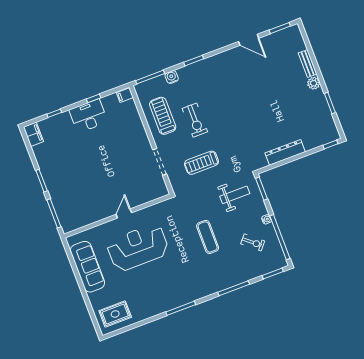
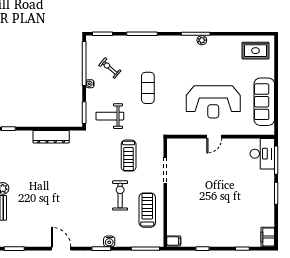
door: (249, 40) -> (61, 249), moved
water cooler: (172, 77) -> (109, 241), moved
desk: (88, 116) -> (262, 154), moved, turned -90
treadmill: (163, 116) -> (147, 210), turned 180
treadmill: (201, 163) -> (129, 156), turned 90
plant: (172, 304) -> (202, 40), added

